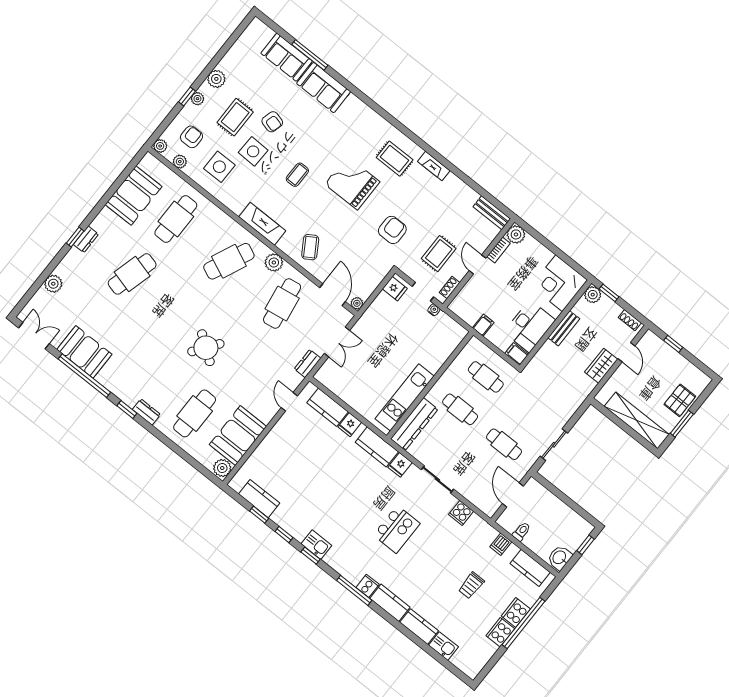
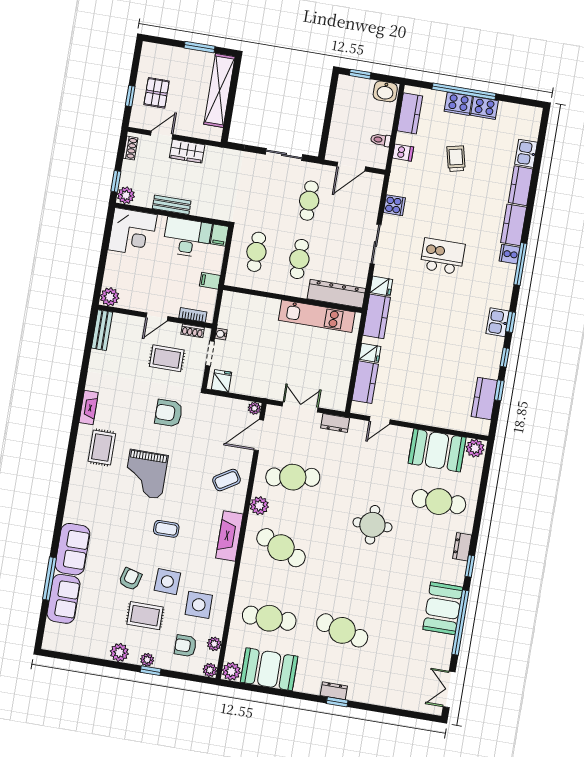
bookcase: (499, 250) -> (193, 315), moved
plant: (53, 284) -> (231, 671), moved
round table: (206, 348) -> (372, 525), turned -36
booth: (84, 352) -> (443, 608), moved
pallet: (680, 400) -> (157, 93), moved, turned 90
trolley: (471, 585) -> (456, 159), turned -103

